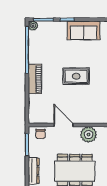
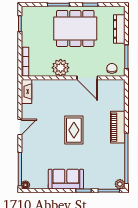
rug: (76, 76) -> (74, 130), turned 90

